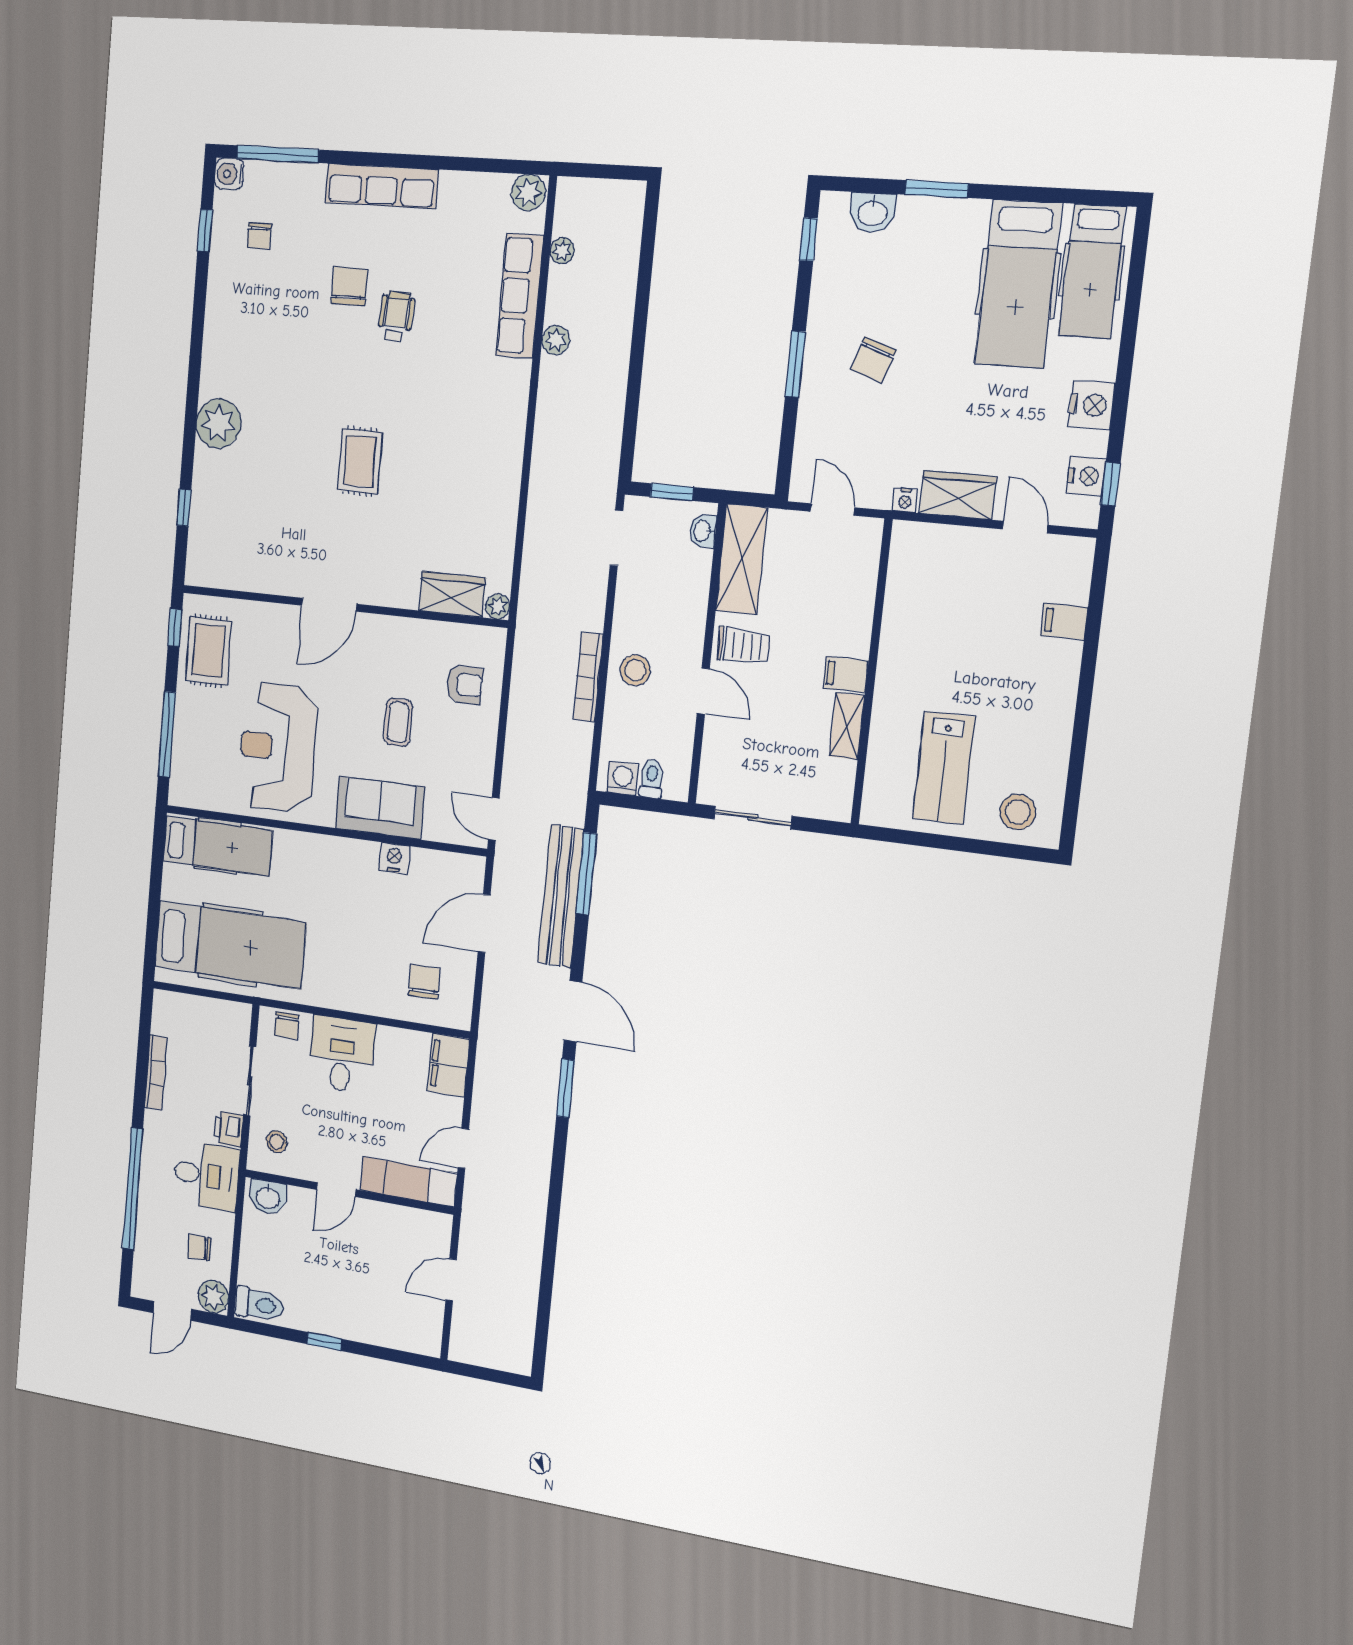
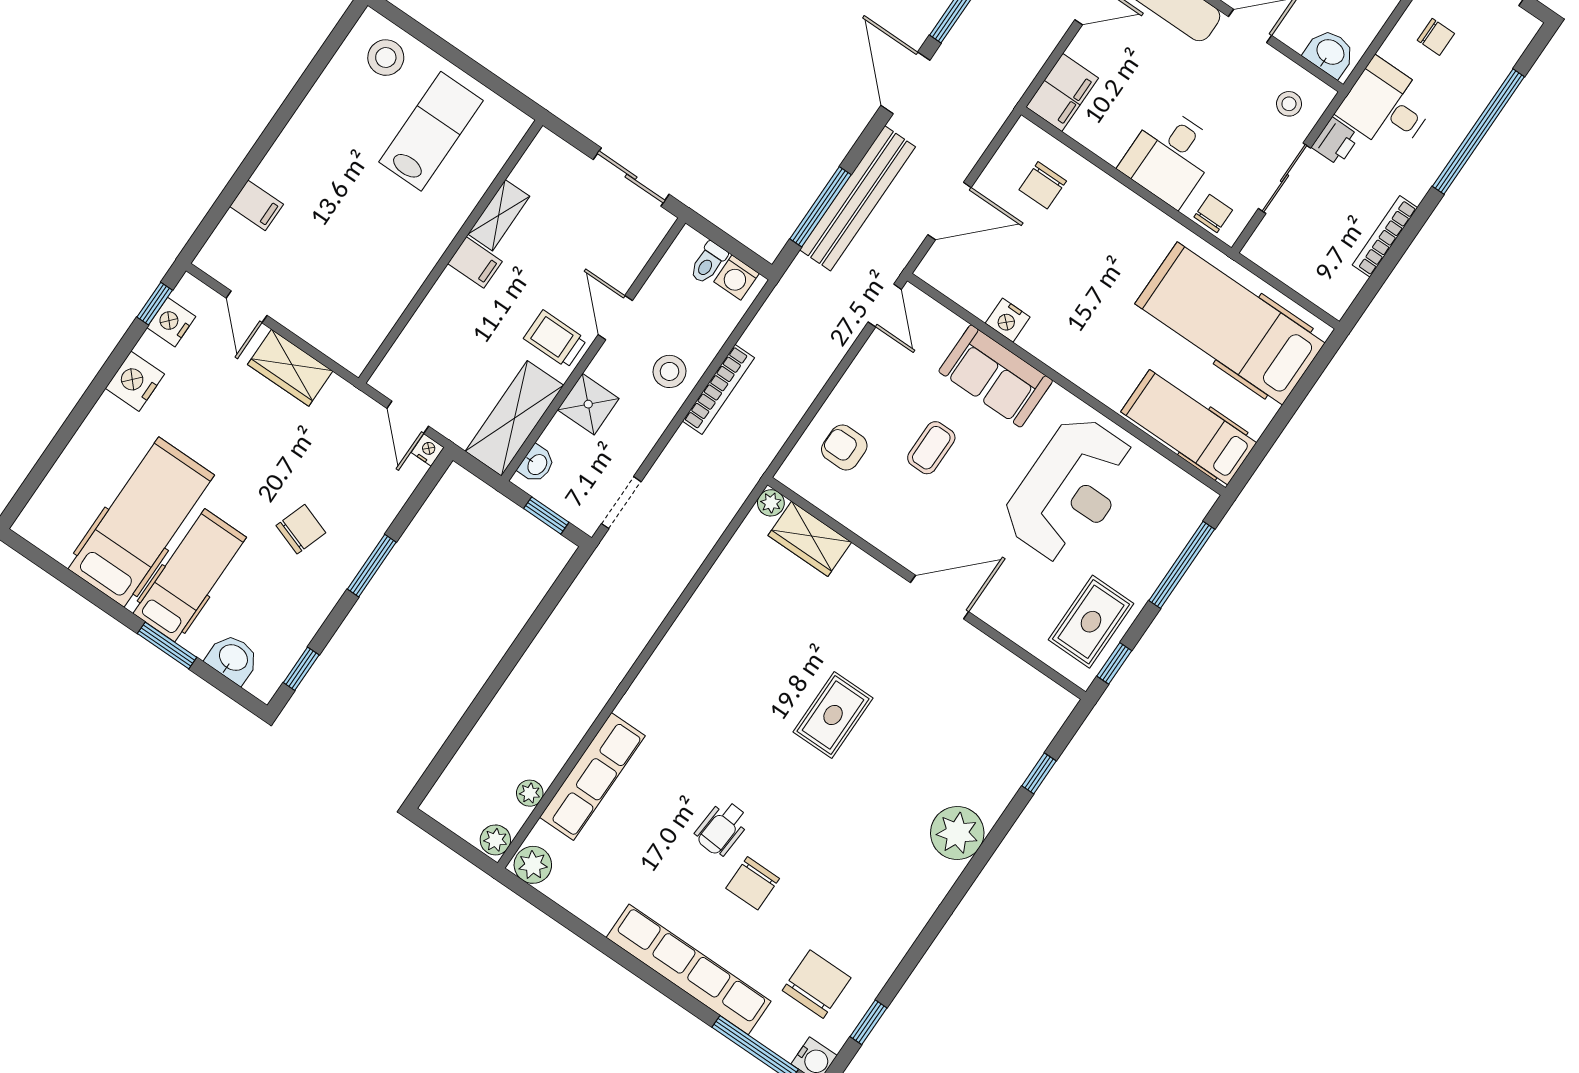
row of seats: (381, 186) -> (689, 969), width x1.36
chair: (259, 236) -> (817, 984), width x1.87, depth x1.87
hospital bed: (1092, 271) -> (190, 575), moved
plant: (556, 340) -> (495, 840), moved
nightstand: (905, 500) -> (428, 450), moved
shower: (687, 606) -> (588, 404), added

